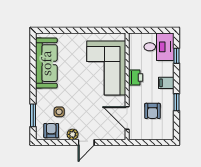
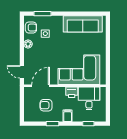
desk: (159, 47) -> (89, 98), moved, turned 180
door: (86, 142) -> (22, 72), moved

